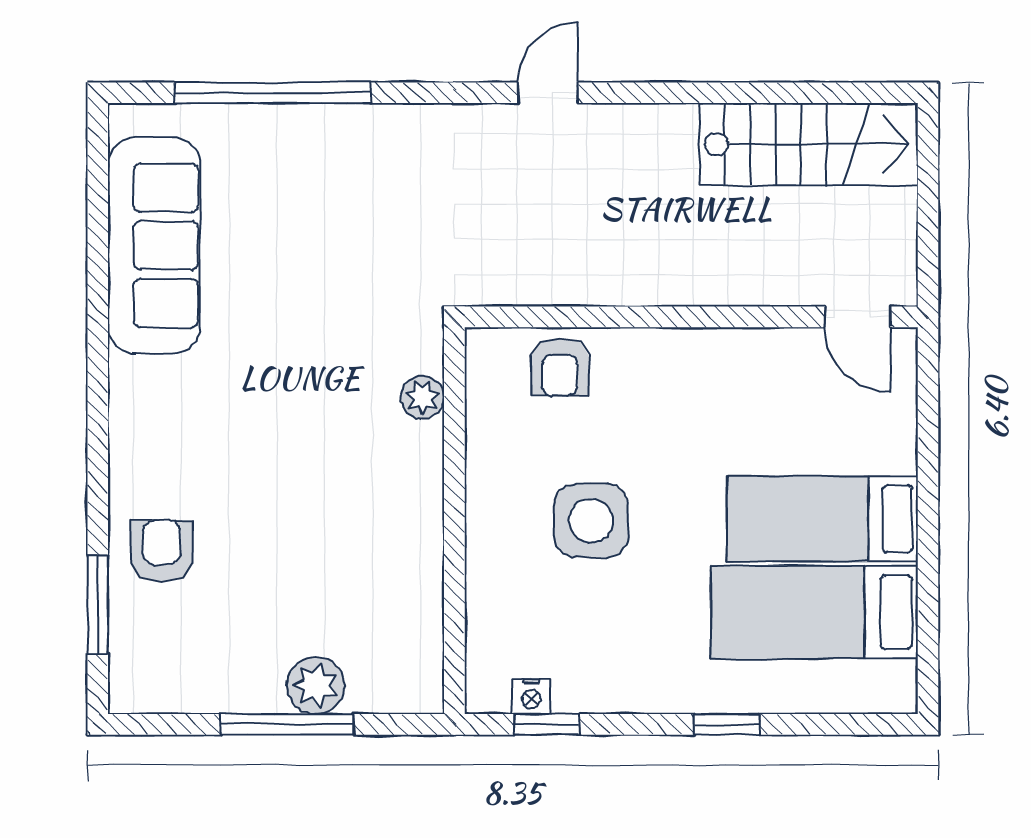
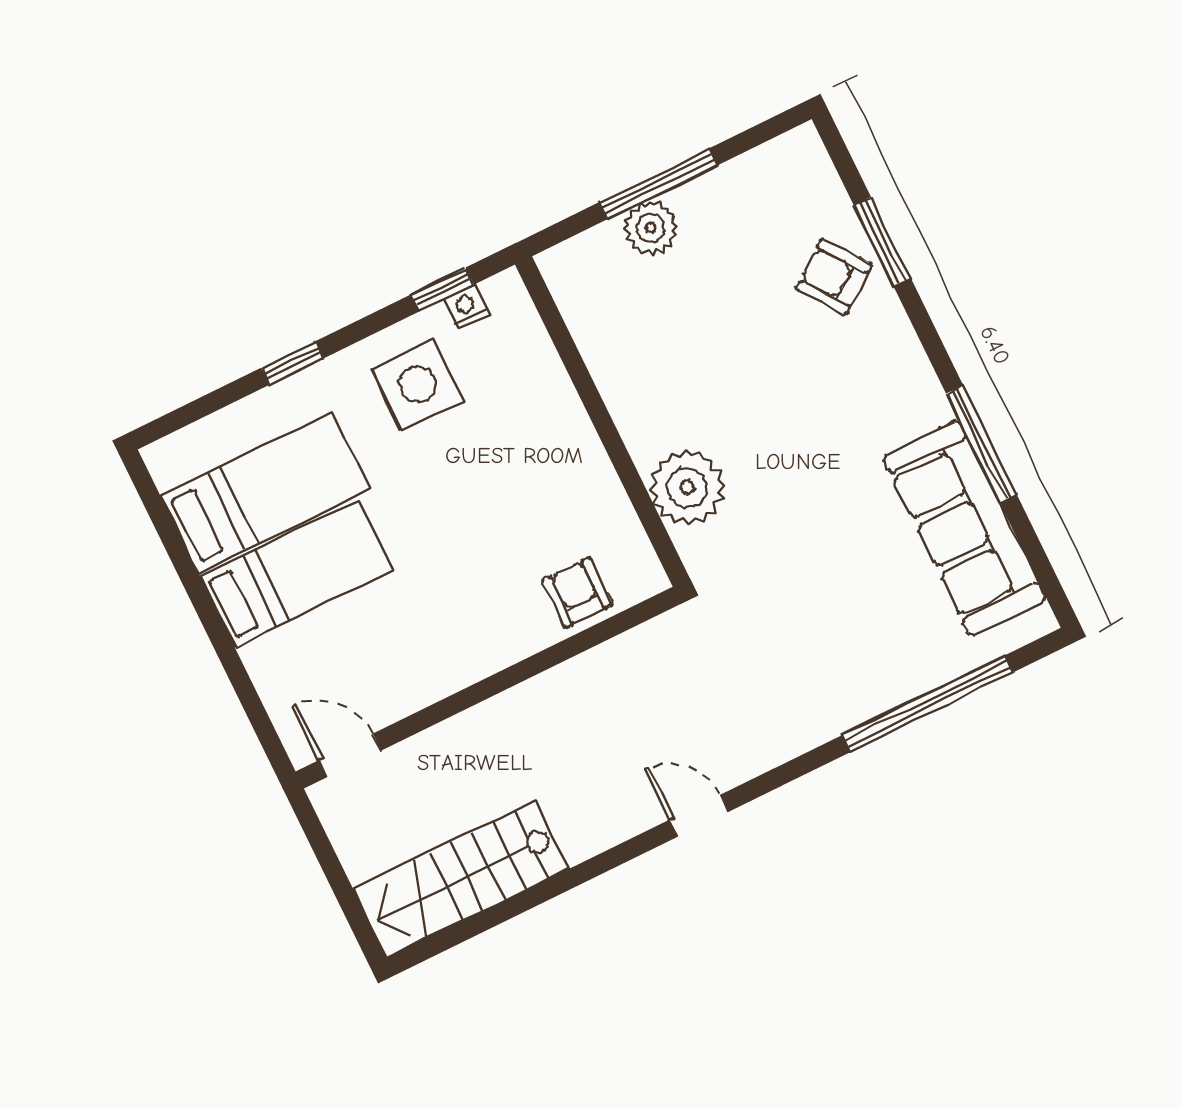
door: (548, 93) -> (699, 816), swing flipped
window: (98, 319) -> (982, 444), added
plant: (422, 397) -> (687, 487), width x1.88, depth x1.88
side table: (591, 521) -> (418, 384), moved
armchair: (162, 551) -> (834, 277), turned 143
window: (98, 605) -> (882, 242), moved

